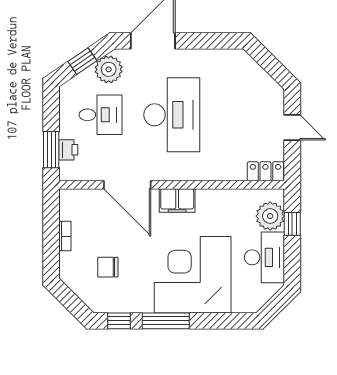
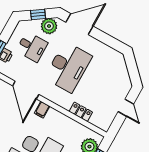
locker: (265, 171) -> (81, 112), moved
filing cabinet: (177, 201) -> (42, 110), width x0.50

